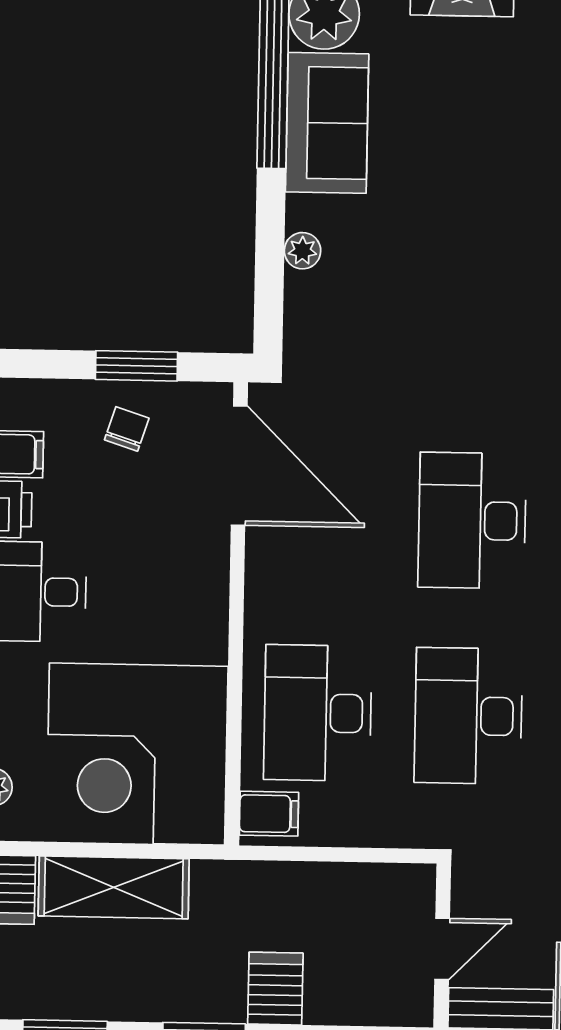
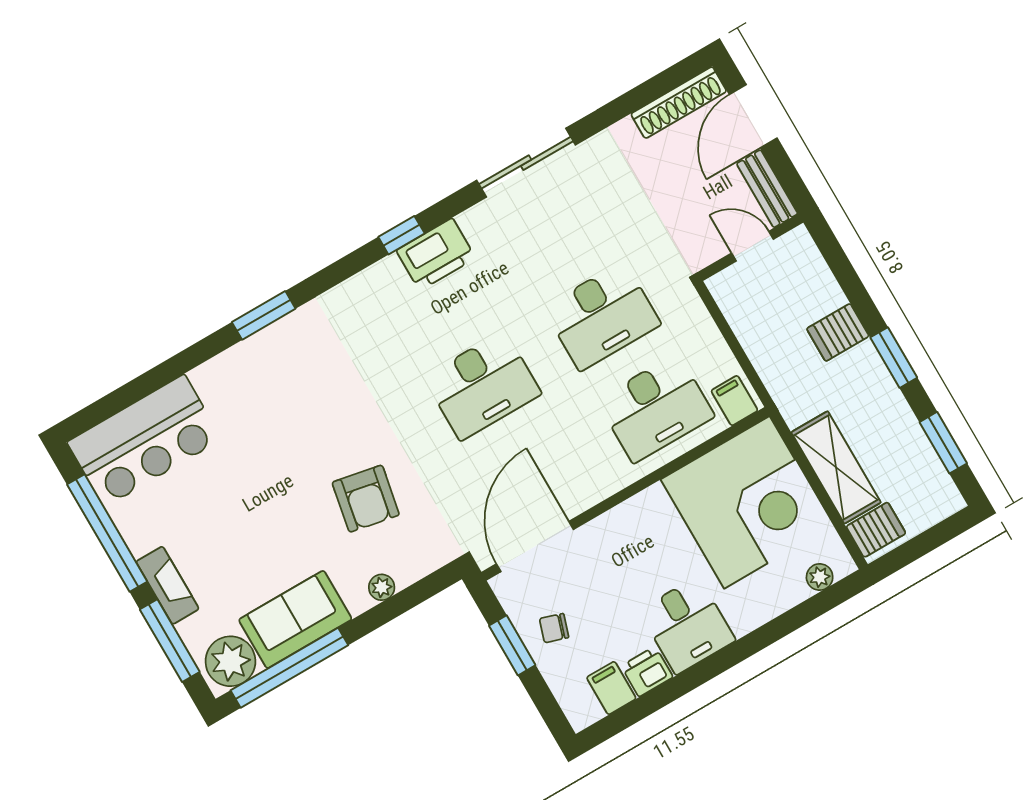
armchair: (421, 297) -> (366, 499), added

